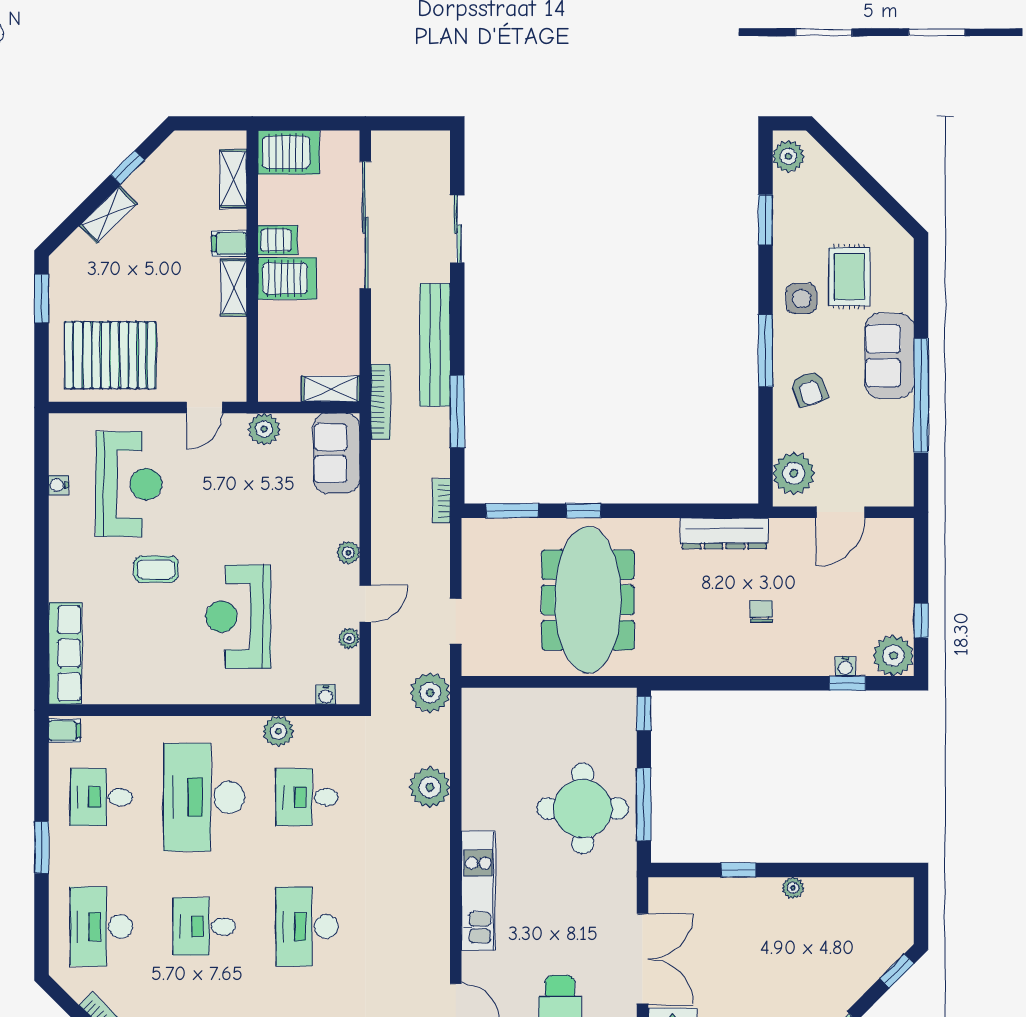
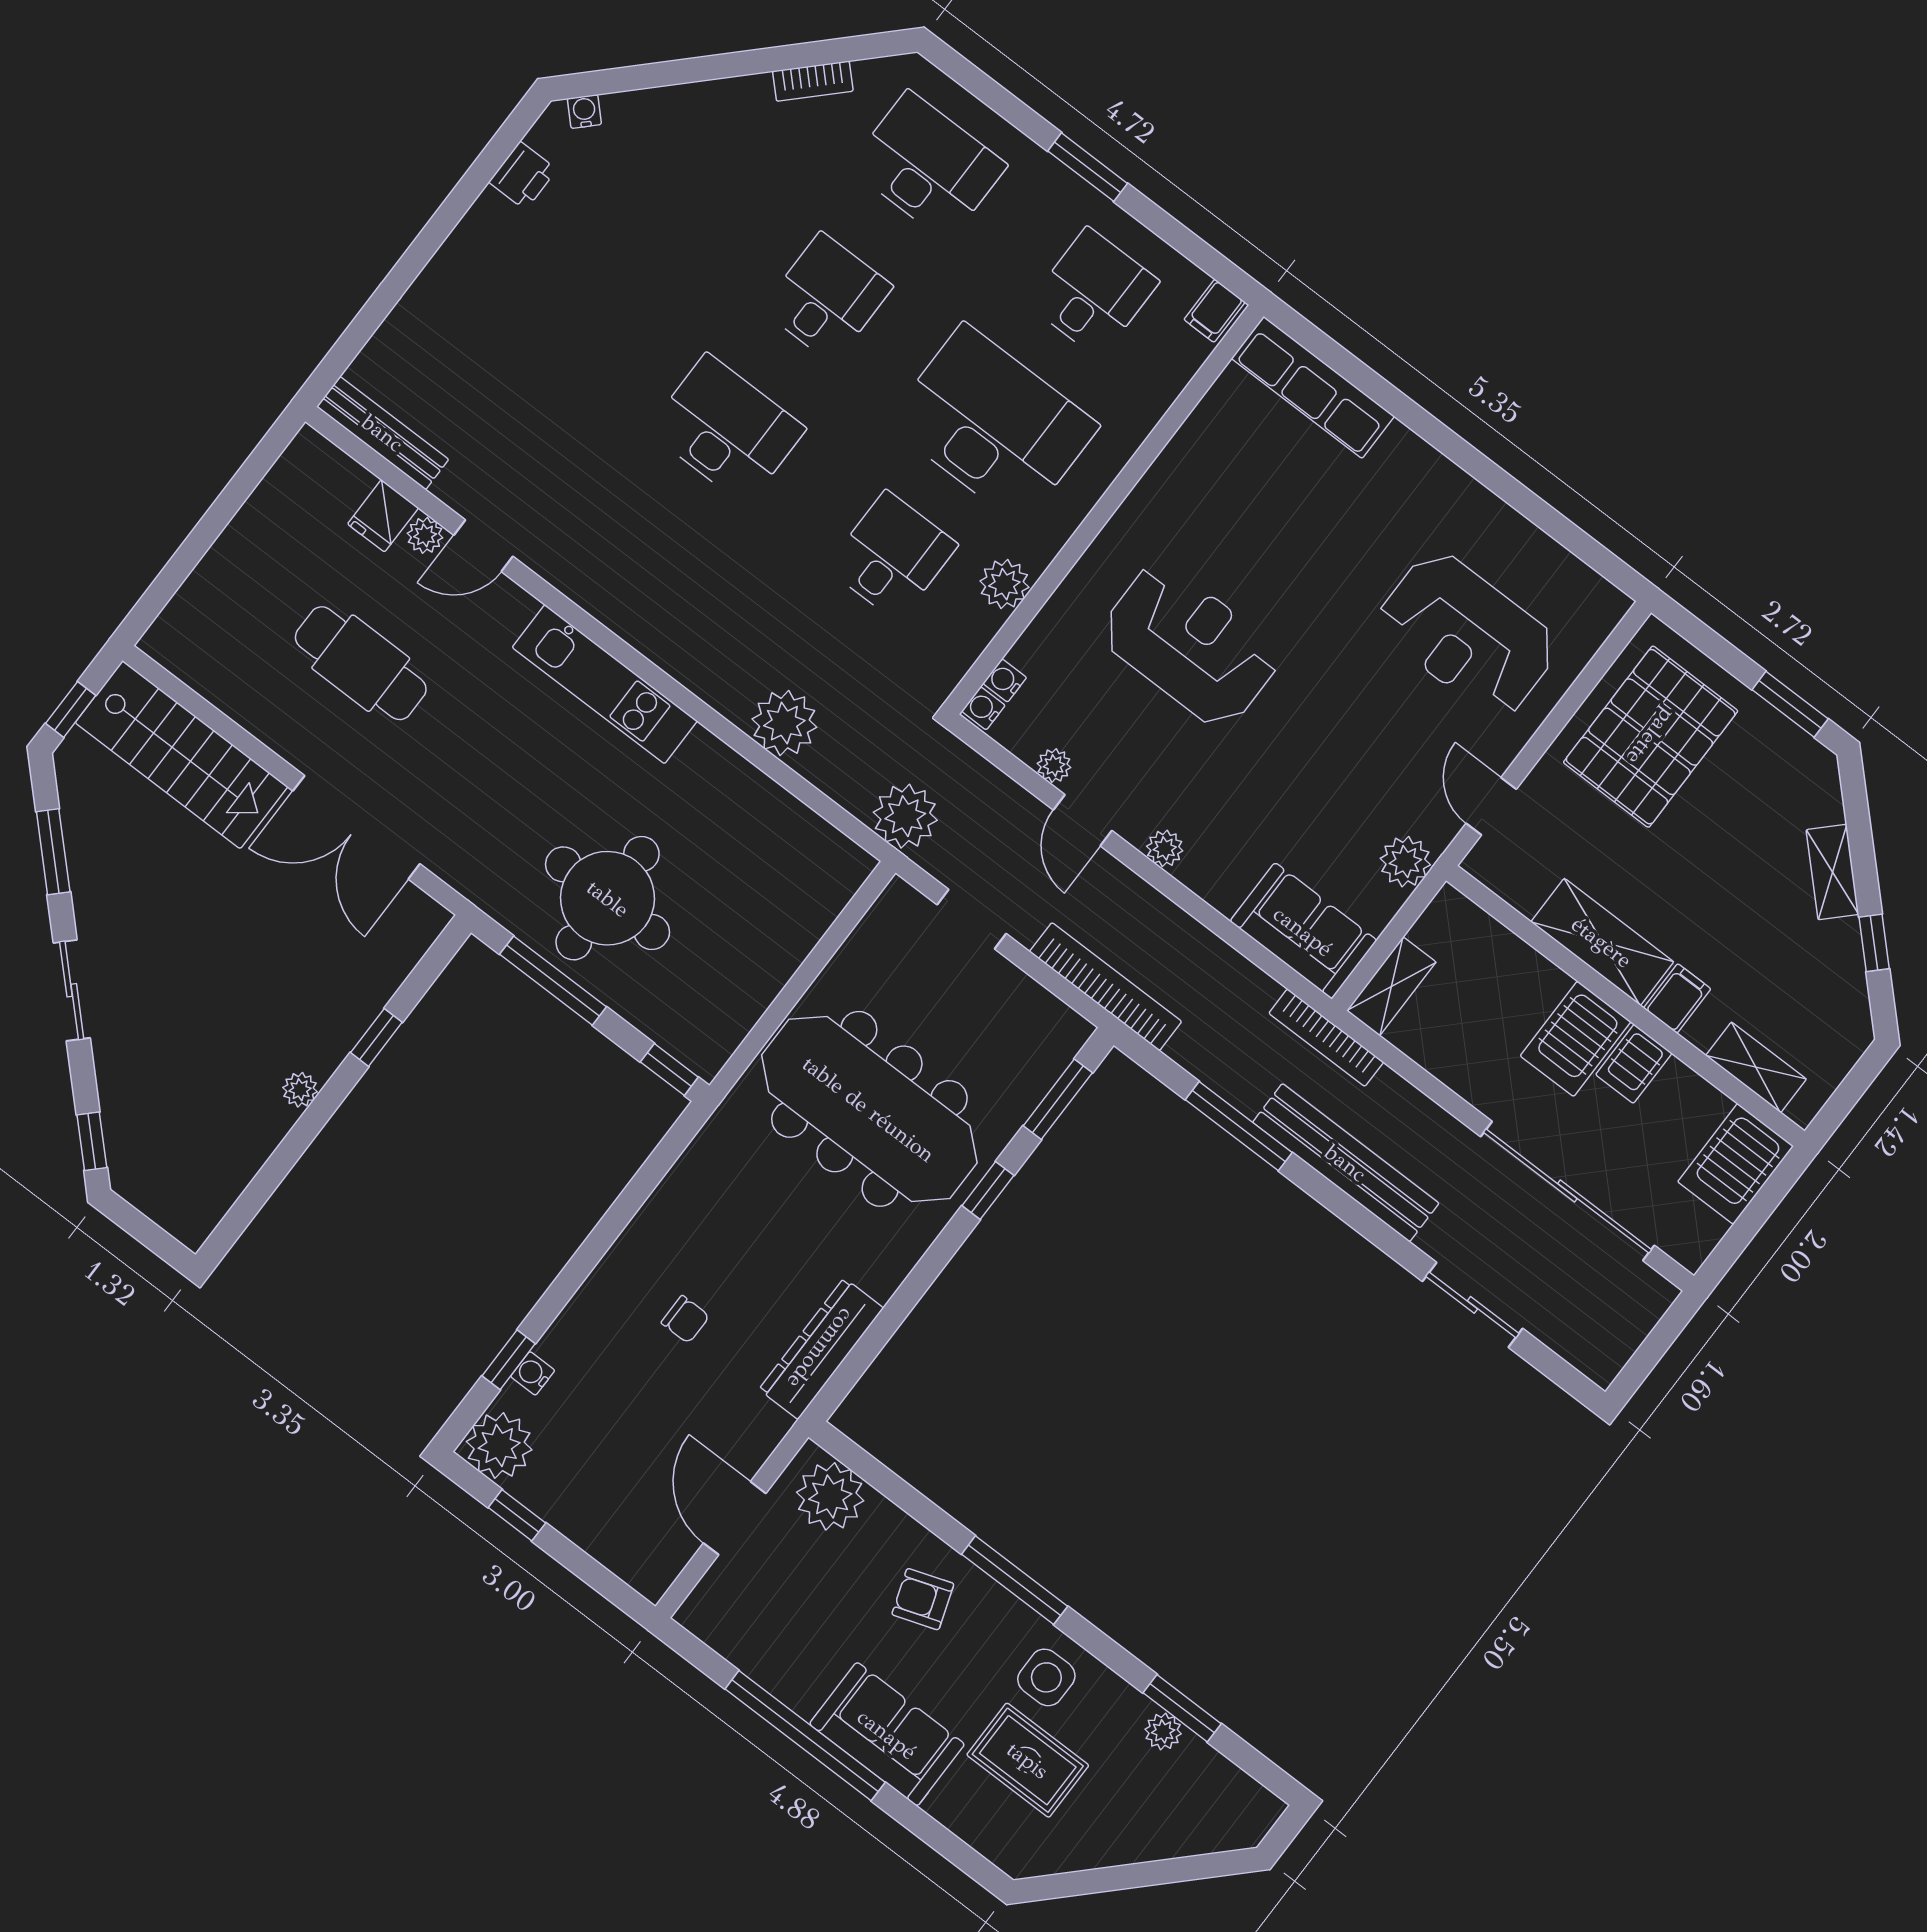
plant: (788, 156) -> (1163, 1731), moved, width x0.73, depth x0.73
shelving: (234, 287) -> (1602, 942), width x1.50, depth x1.33
water cooler: (58, 485) -> (983, 708), moved, turned -90
bookcase: (441, 501) -> (1106, 987), width x2.31, depth x1.31
coffee table: (156, 569) -> (1332, 586), removed

